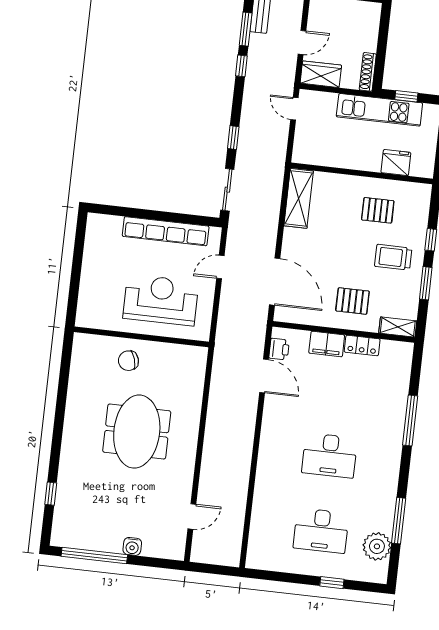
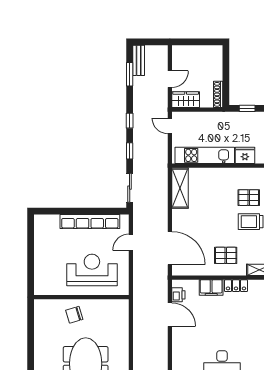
window: (241, 66) -> (130, 121), moved
kitchen unit: (379, 110) -> (205, 155), moved, turned 180
pallet: (378, 210) -> (249, 198), moved

